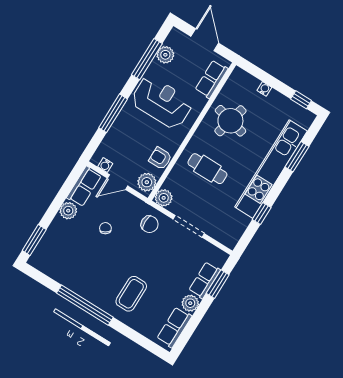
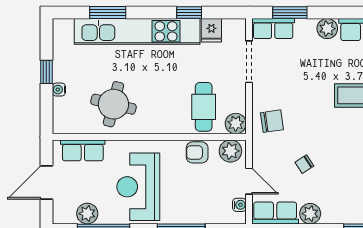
window: (301, 100) -> (46, 72), moved
armchair: (160, 158) -> (197, 152), turned 90
cafe table: (207, 169) -> (204, 107), moved
fridge: (239, 221) -> (211, 30), added
chair: (150, 224) -> (272, 121), turned 82
doorway: (189, 226) -> (249, 62), moved
row of seats: (205, 280) -> (273, 29), moved

